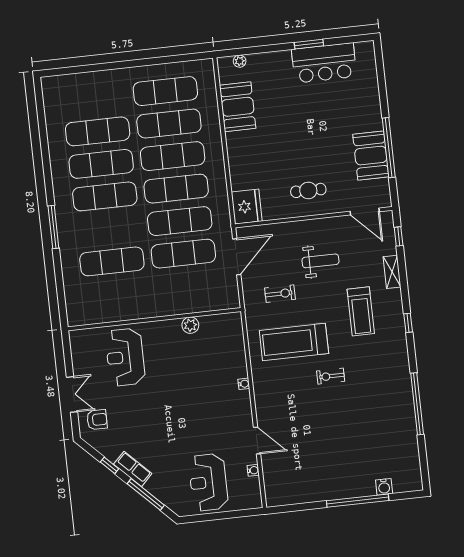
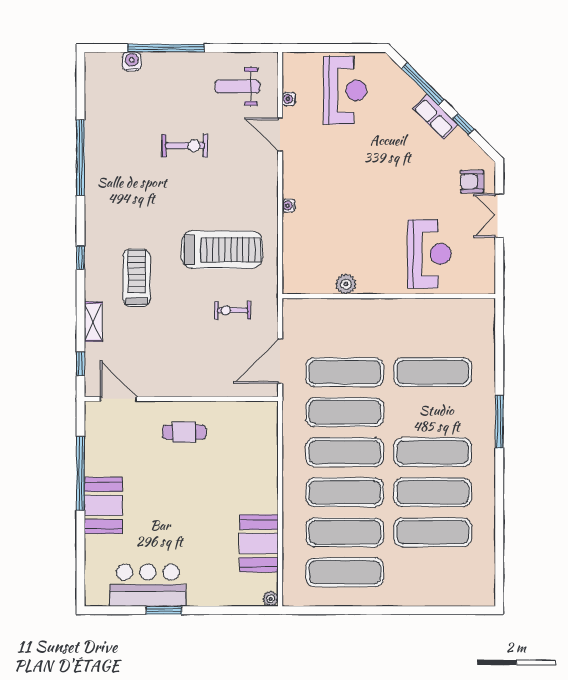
plant: (240, 61) -> (271, 599), moved
booth: (371, 156) -> (103, 505), moved
fridge: (247, 207) -> (261, 421), removed
weight bench: (320, 261) -> (237, 87), moved
exercise bike: (331, 376) -> (185, 146), moved, width x1.38, depth x1.39

